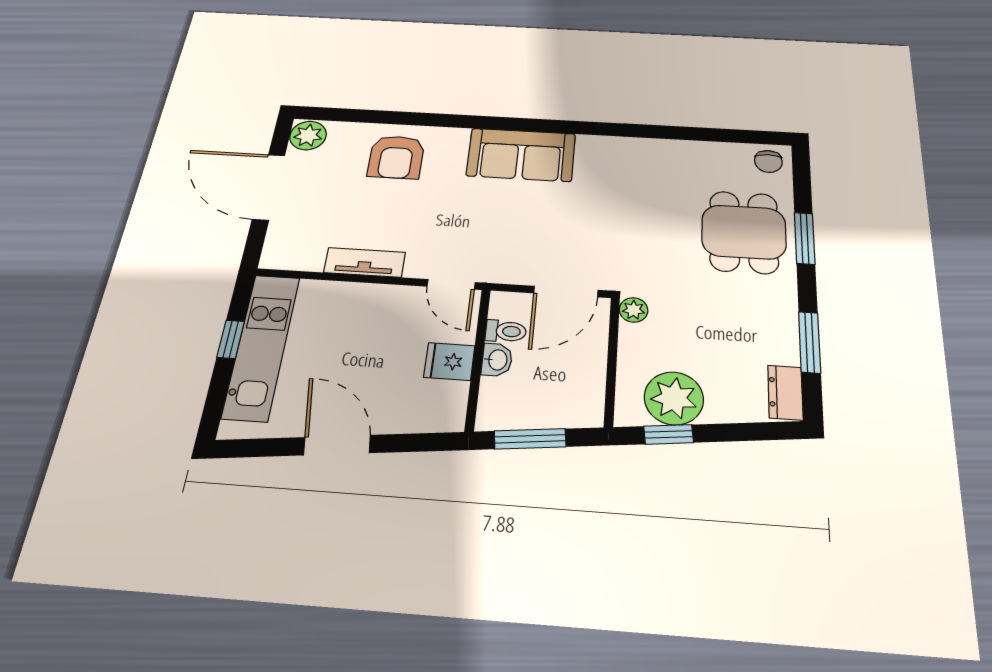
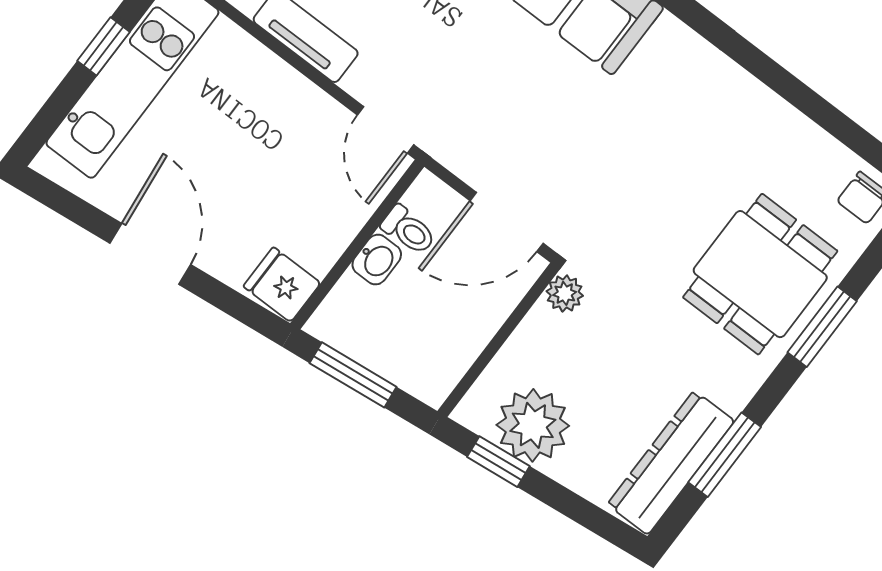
fridge: (449, 361) -> (282, 285), moved
dresser: (785, 393) -> (671, 463), width x1.96, depth x1.24

